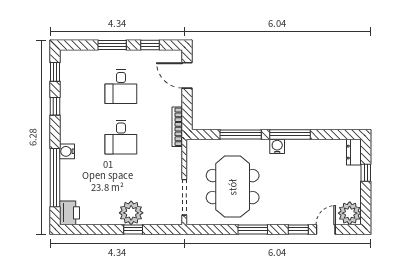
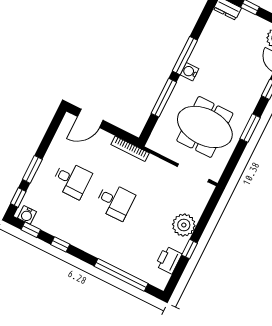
window: (150, 45) -> (18, 198), moved
water cooler: (67, 151) -> (27, 215), moved
printer: (70, 213) -> (169, 260), moved, turned -90
window: (133, 229) -> (190, 249), moved

